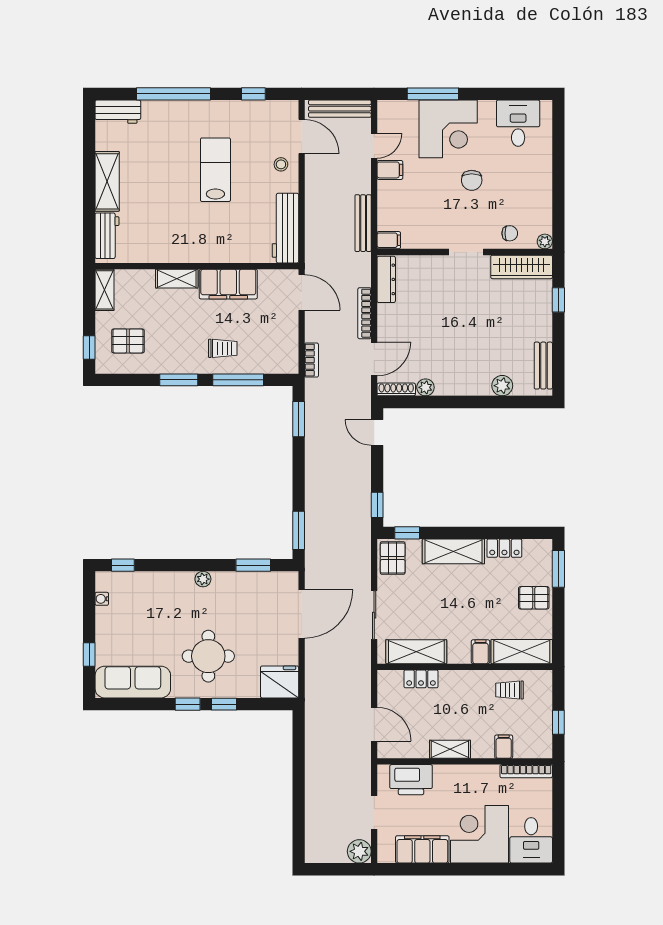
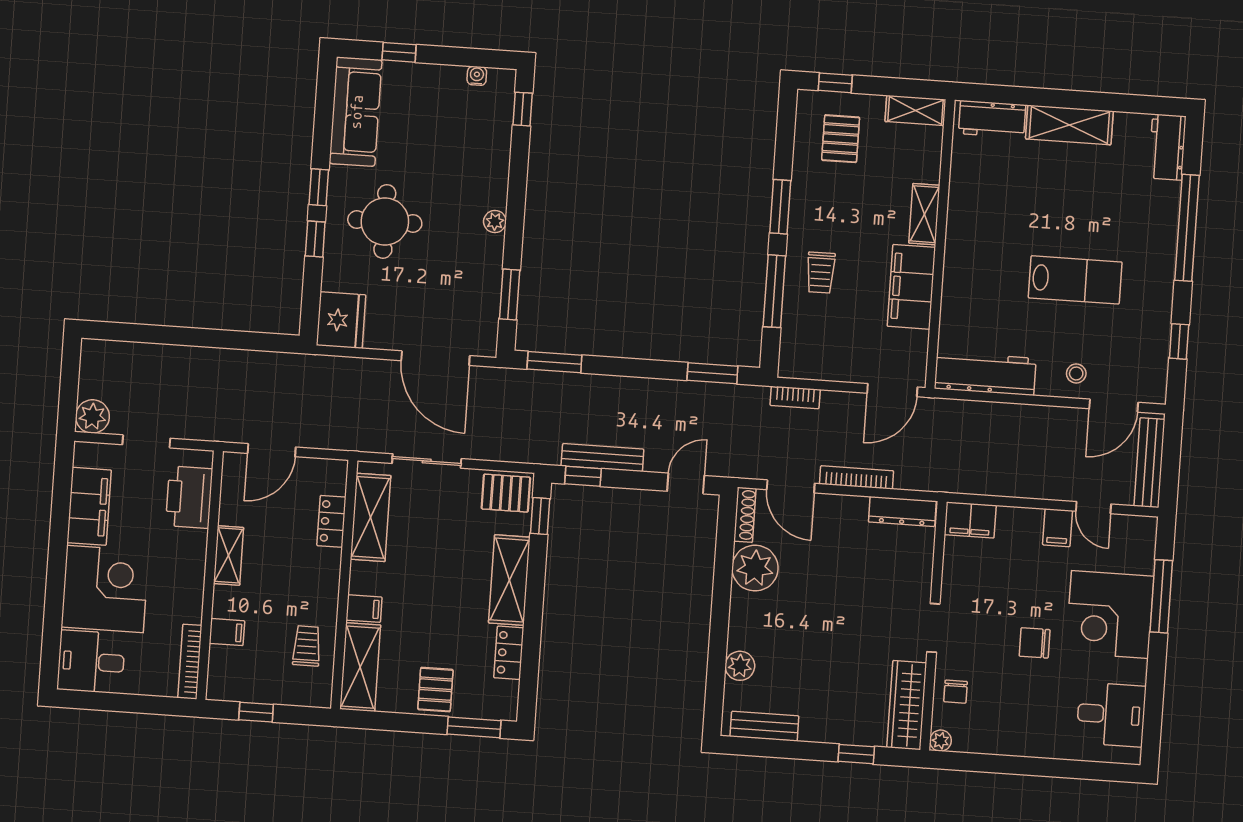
bench: (363, 223) -> (602, 458), moved
filing cabinet: (389, 240) -> (970, 520), width x2.00
plant: (425, 387) -> (755, 568), width x1.87, depth x1.87

